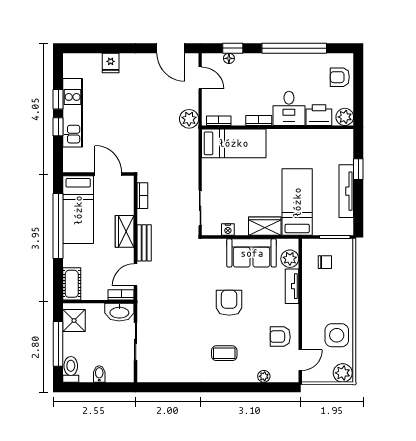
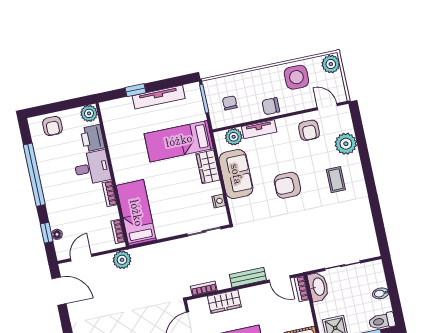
door: (171, 48) -> (59, 291), hinge flipped
wardrobe: (125, 231) -> (224, 302), moved
chair: (313, 303) -> (271, 106), added
plant: (264, 376) -> (346, 144), width x1.87, depth x1.87

